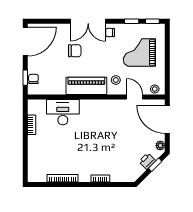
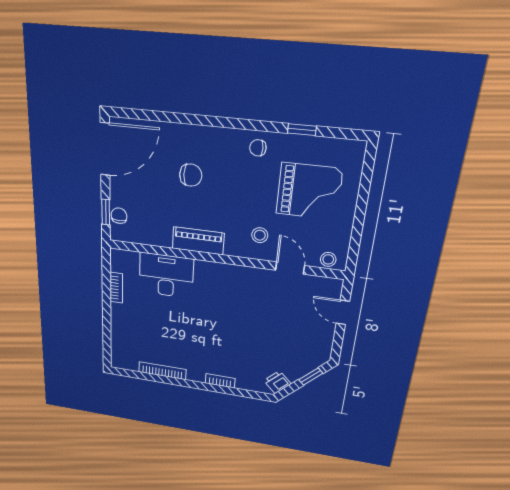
double door: (88, 21) -> (218, 122), removed
window: (152, 21) -> (343, 134), removed
grand piano: (139, 52) -> (309, 191), turned 180
piano: (86, 86) -> (198, 241), width x0.73, depth x0.75
door: (167, 119) -> (343, 312), width x0.53
plant: (160, 145) -> (324, 350), removed
printer: (147, 161) -> (277, 382), moved

